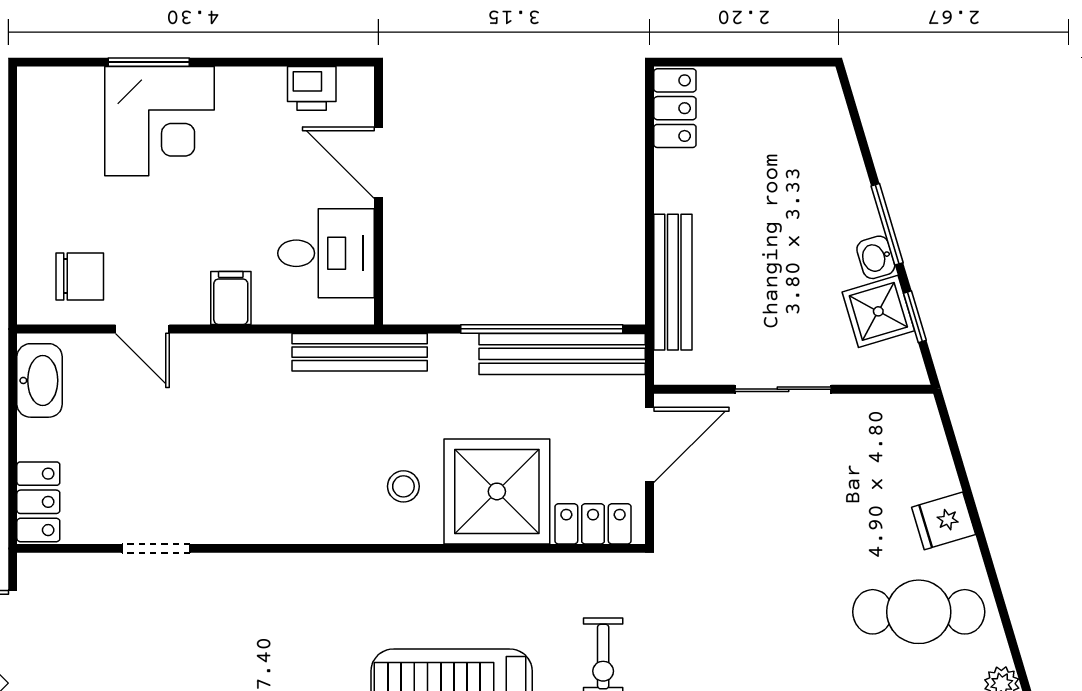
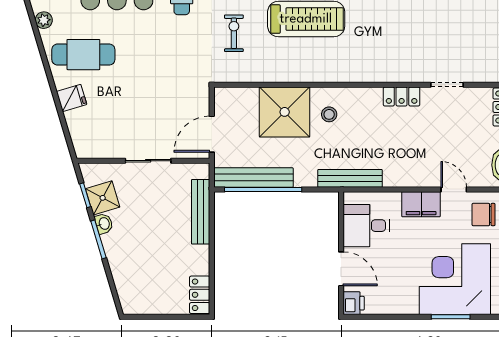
printer: (312, 88) -> (354, 303), moved, turned 90
corner desk: (159, 121) -> (455, 279), width x1.36, depth x1.36
filing cabinet: (231, 298) -> (421, 204), width x2.00
locker: (593, 524) -> (402, 96), moved

